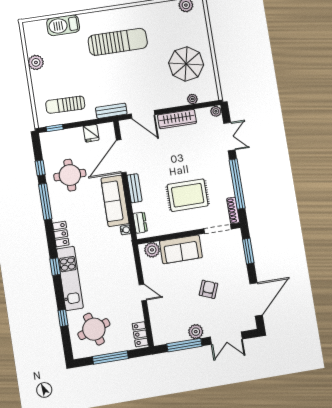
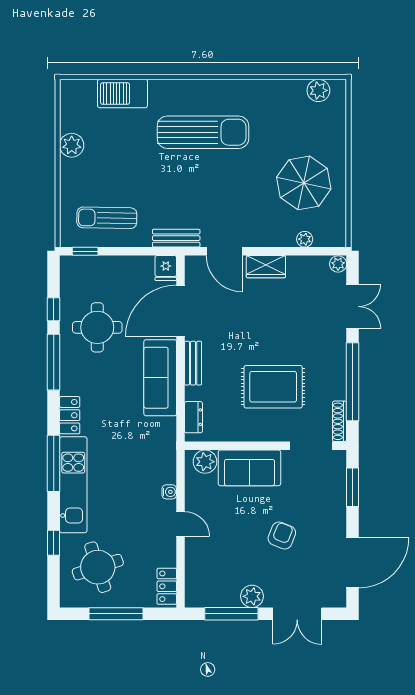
wardrobe: (177, 119) -> (266, 267), width x0.67
fridge: (91, 133) -> (166, 268), moved
water cooler: (125, 230) -> (169, 492), moved
window: (55, 267) -> (54, 463), width x2.17

